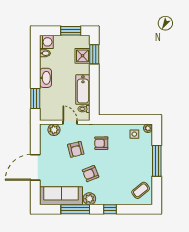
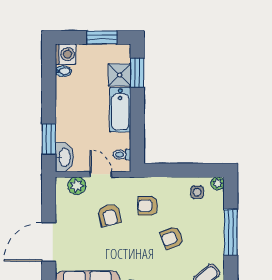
washbasin: (45, 78) -> (64, 157), moved
bathtub: (83, 90) -> (120, 110), moved
armchair: (91, 174) -> (172, 238), moved

